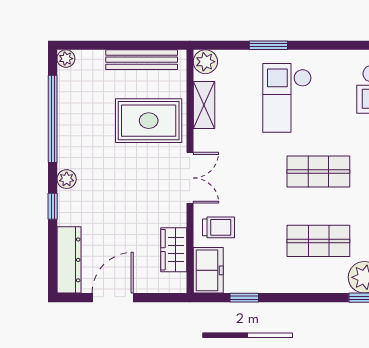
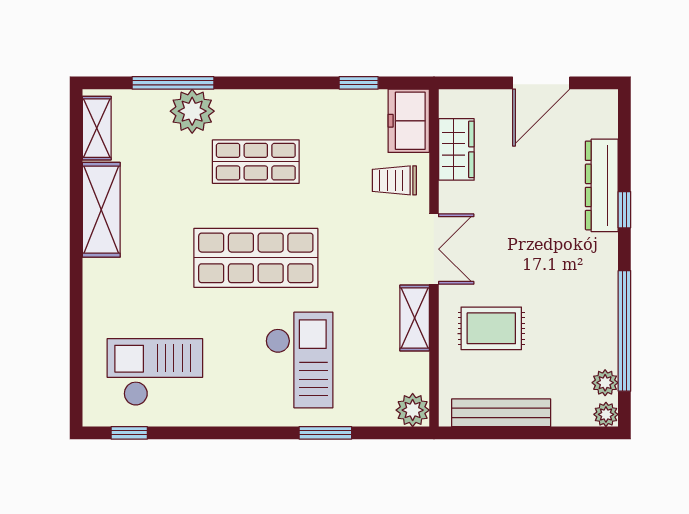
shelving: (204, 105) -> (415, 318), moved
rug: (149, 121) -> (491, 328), width x0.73, depth x0.70
shop shelf: (318, 171) -> (256, 258), width x1.43, depth x1.36
double door: (190, 178) -> (434, 249), swing flipped
plant: (67, 179) -> (605, 383), moved
dresser: (69, 260) -> (602, 185), moved

